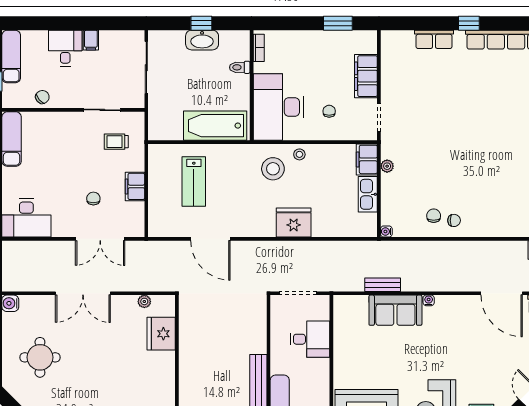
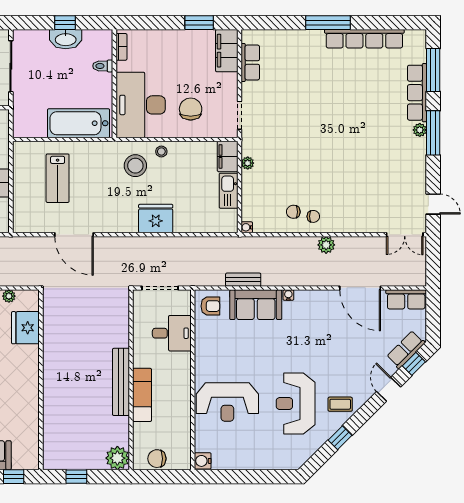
window: (469, 23) -> (328, 23), width x2.17
row of seats: (434, 39) -> (250, 63), moved, turned -90
filing cabinet: (366, 76) -> (227, 51), moved
chair: (329, 111) -> (191, 109), width x1.87, depth x1.87
chair: (434, 216) -> (293, 212), turned -90
plant: (467, 249) -> (326, 245), added
armchair: (349, 312) -> (210, 306), added

